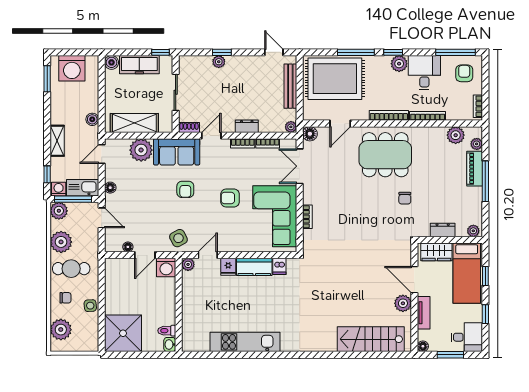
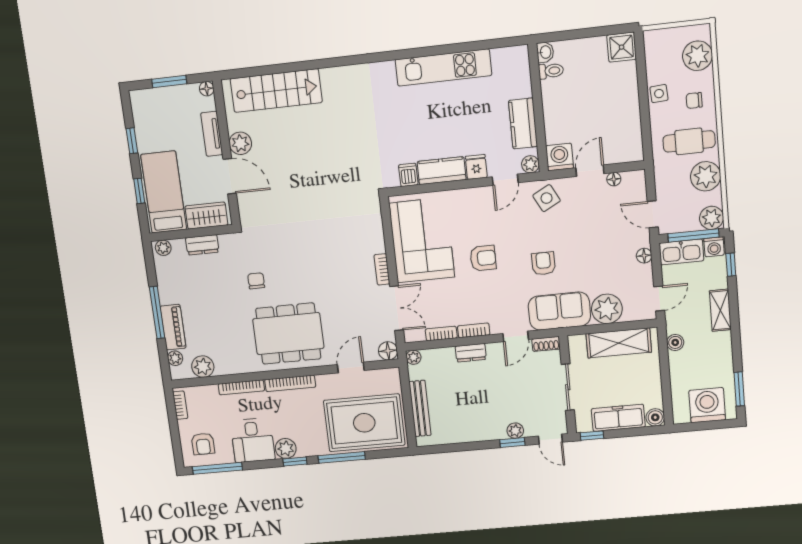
door: (274, 52) -> (550, 439), moved
bookcase: (307, 217) -> (382, 269), moved
kitchen counter: (191, 295) -> (523, 123), added
shower: (123, 333) -> (622, 47), width x0.54, depth x0.54
desk: (467, 337) -> (151, 107), removed

